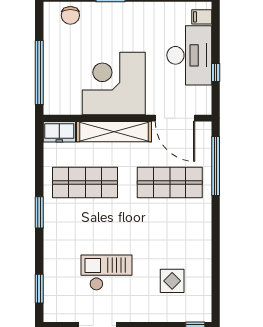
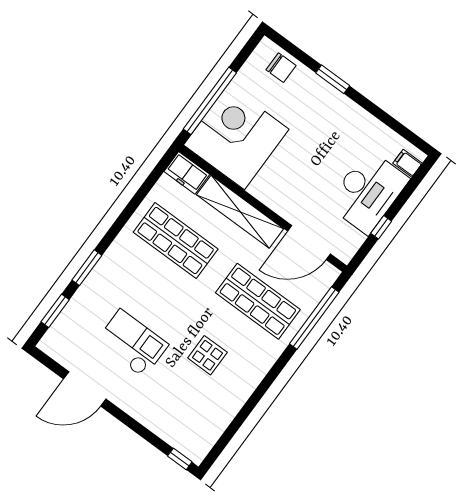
chair: (70, 15) -> (281, 68), turned -90
corner desk: (114, 84) -> (236, 137), moved
door: (175, 118) -> (309, 243), hinge flipped
window: (39, 212) -> (87, 268), moved
display table: (172, 281) -> (207, 355), moved

